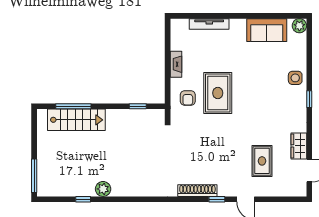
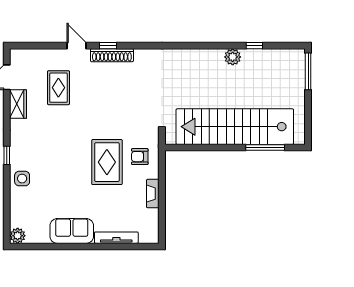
sofa: (267, 30) -> (72, 231), moved
armchair: (188, 98) -> (140, 157), turned -90
window: (138, 106) -> (195, 148), removed
stairs: (76, 120) -> (235, 127), width x1.86, depth x1.51
shoe rack: (197, 191) -> (112, 55), moved

